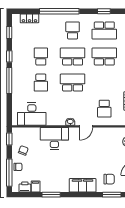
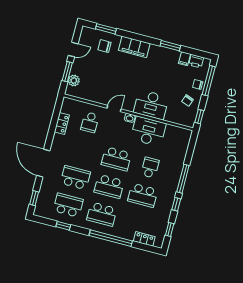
school desk: (73, 30) -> (102, 214), width x1.85
school desk: (41, 57) -> (143, 195), width x1.85
school desk: (104, 57) -> (75, 178), turned 180
school desk: (104, 109) -> (90, 122), turned 180
desk: (32, 114) -> (148, 131), moved

